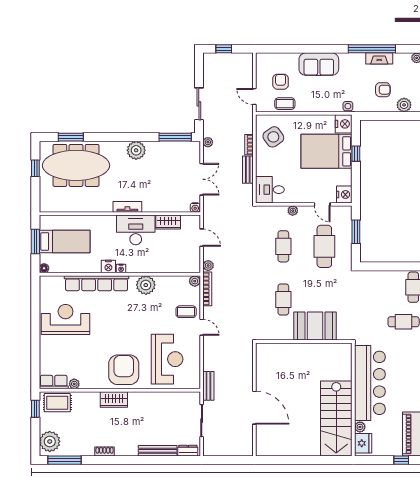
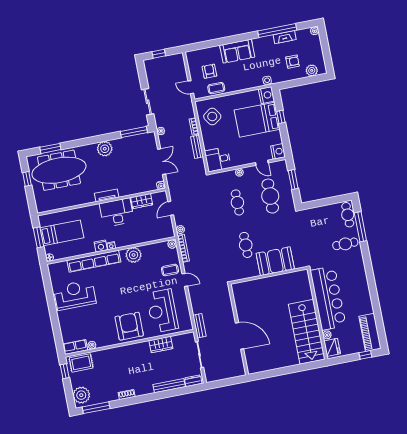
door: (202, 238) -> (171, 208), swing flipped
reception desk: (167, 359) -> (162, 311), turned 180
wardrobe: (114, 399) -> (161, 345), moved

